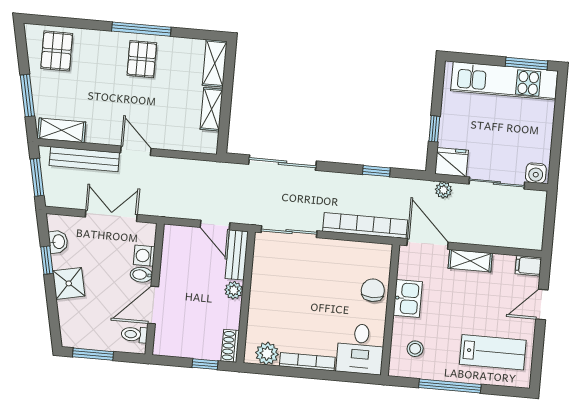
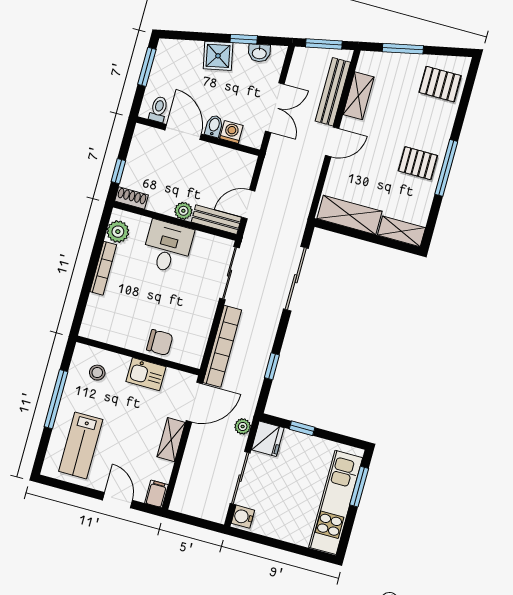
window: (526, 63) -> (359, 487), moved
shelving: (211, 109) -> (350, 215), width x1.50, depth x1.33
shelving: (62, 130) -> (359, 96), moved
desk: (360, 349) -> (168, 247), moved, turned 90

